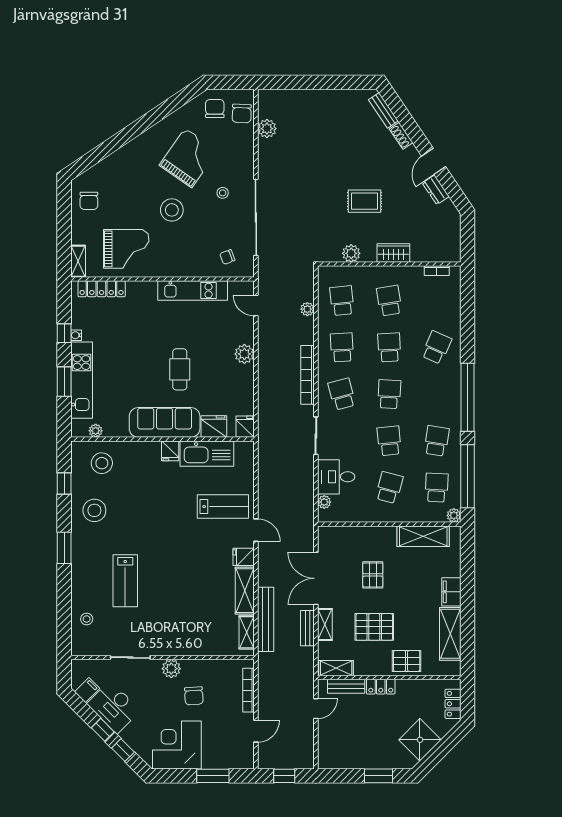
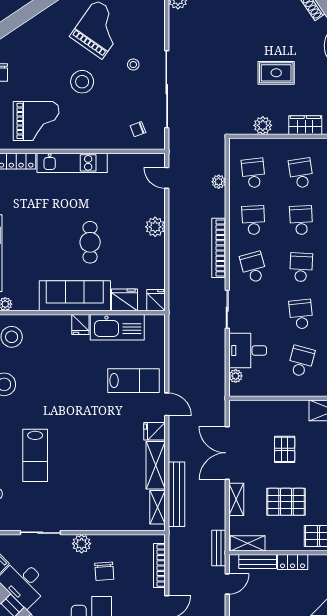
kitchen unit: (193, 291) -> (72, 163), moved
bench: (307, 628) -> (219, 548), moved

